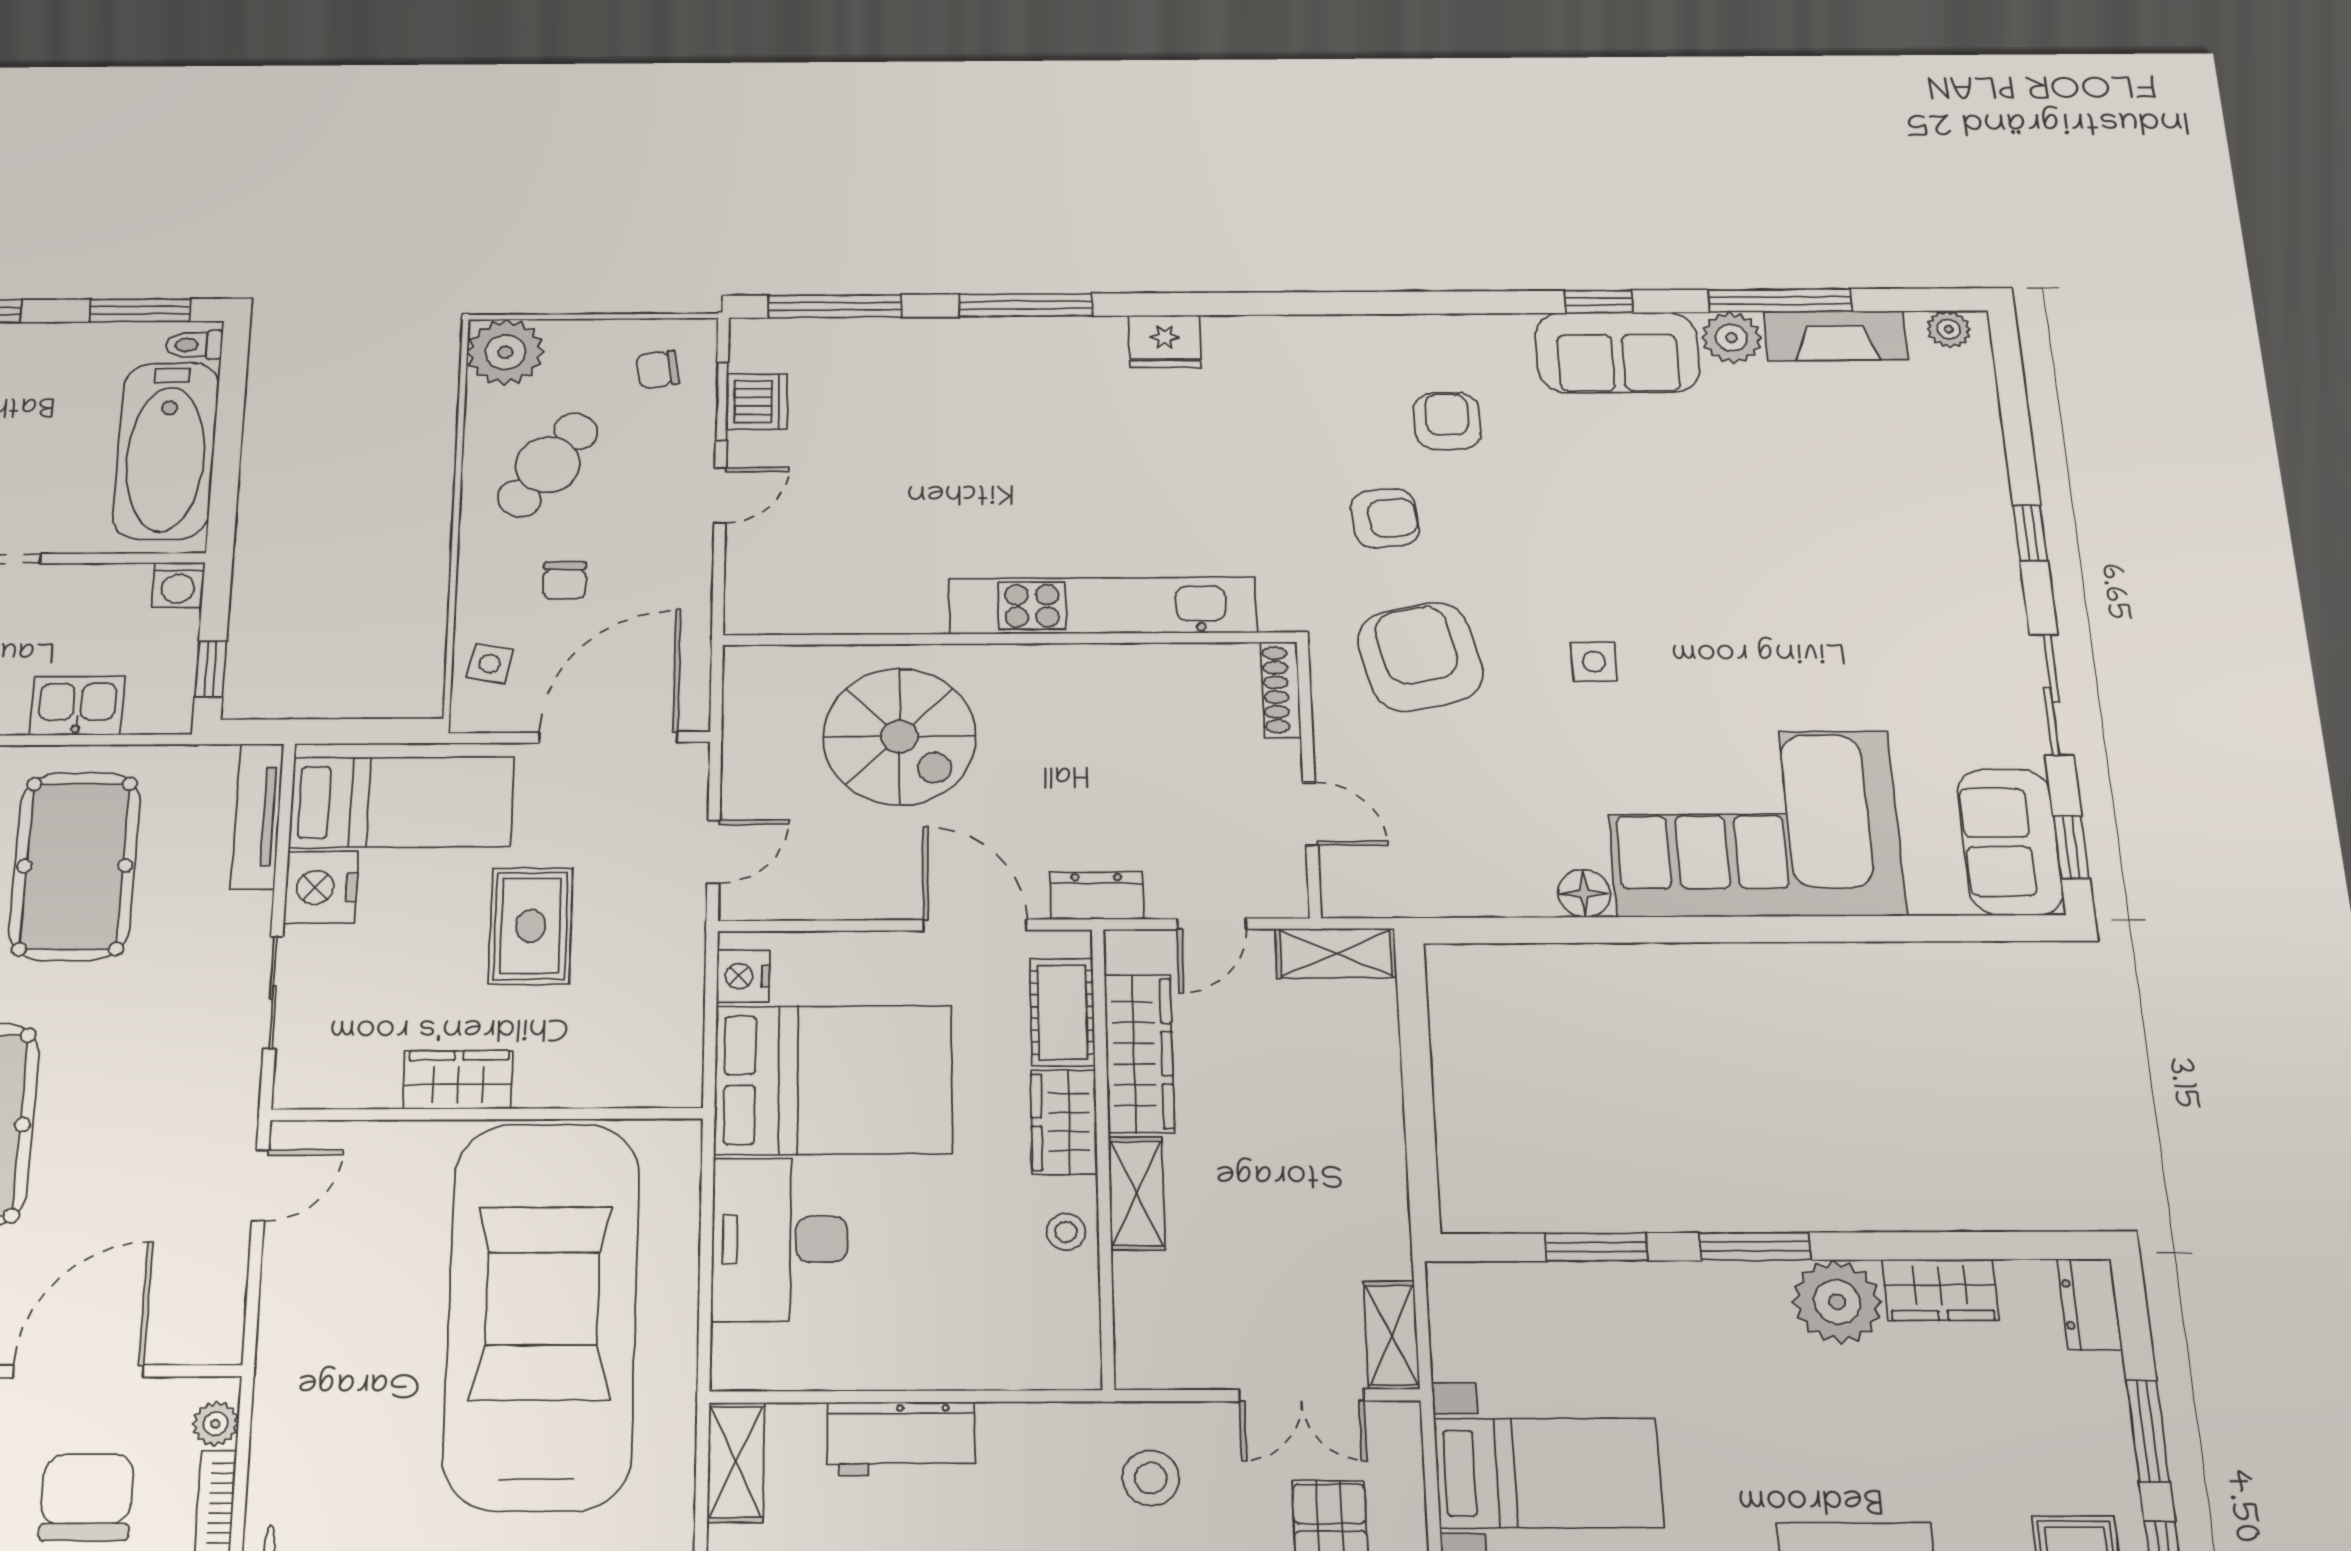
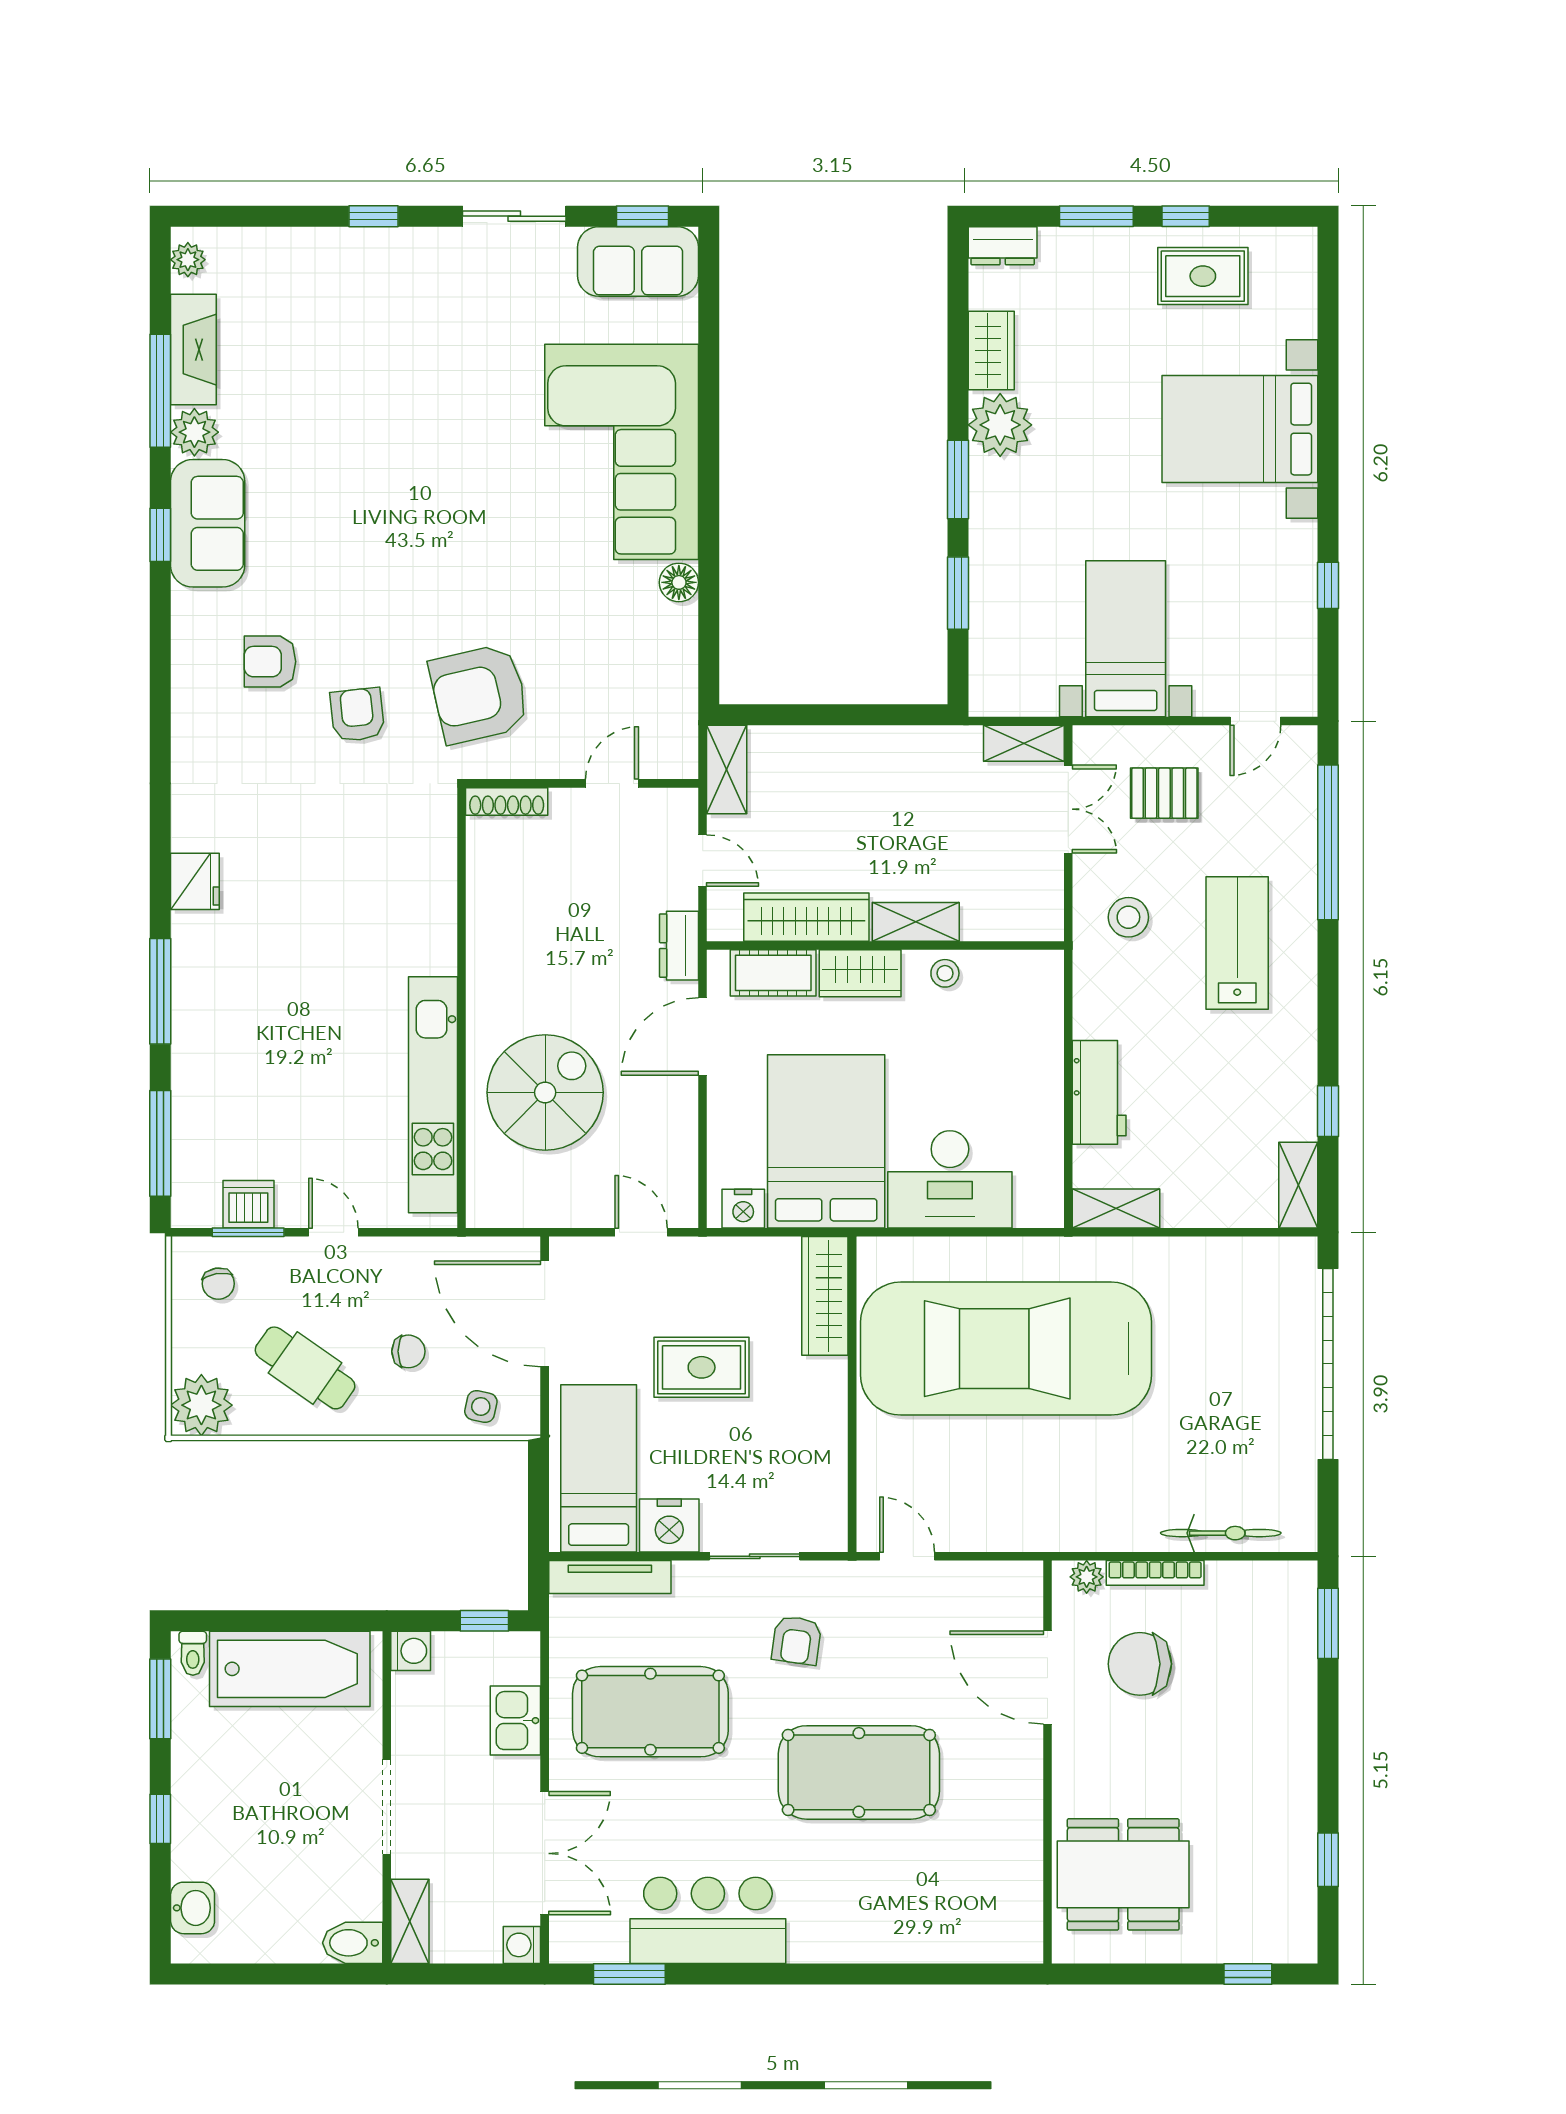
kitchen unit: (1103, 606) -> (433, 1095), moved
side table: (1594, 662) -> (484, 562), removed
armchair: (156, 1045) -> (797, 1640), added
wardrobe: (458, 1080) -> (825, 1296), moved, width x1.50

